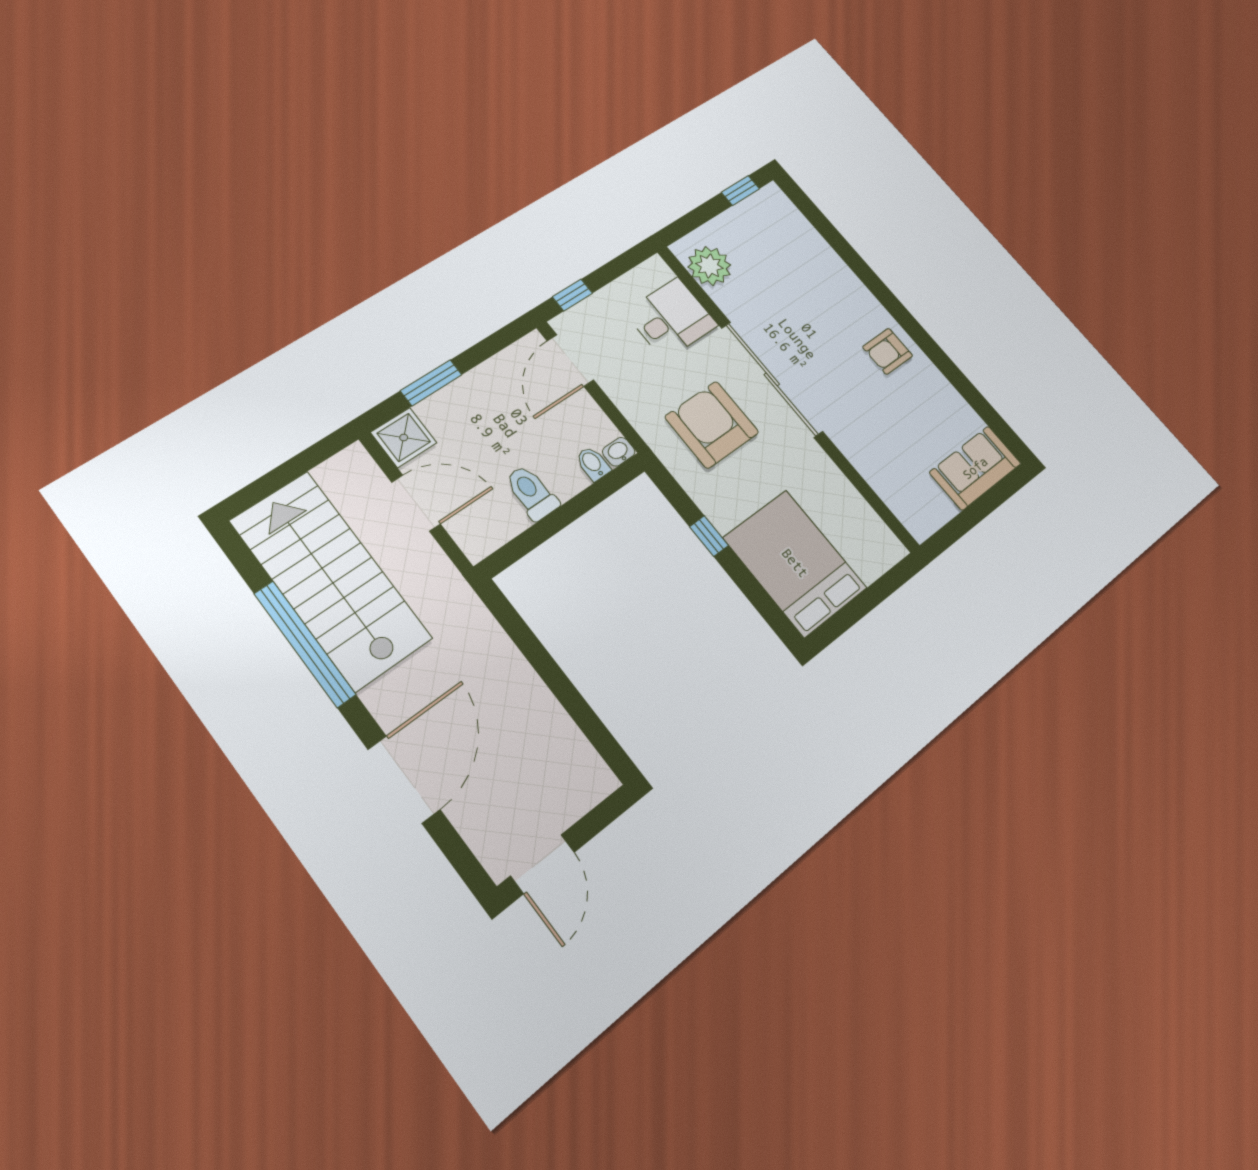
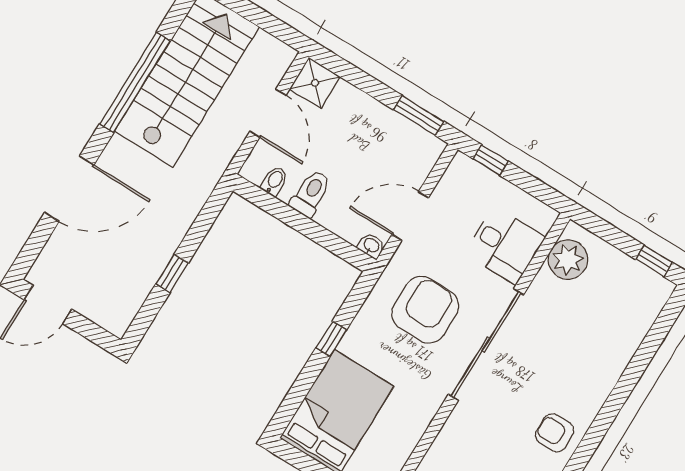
door: (570, 360) -> (410, 216), moved
window: (431, 383) -> (419, 116), moved
bidet: (593, 464) -> (274, 181), moved
window: (563, 689) -> (172, 273), added

